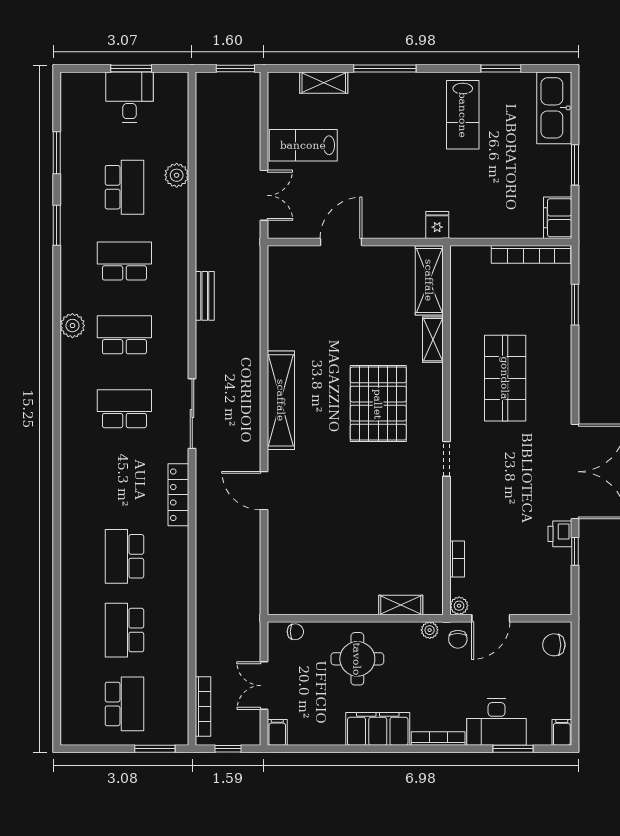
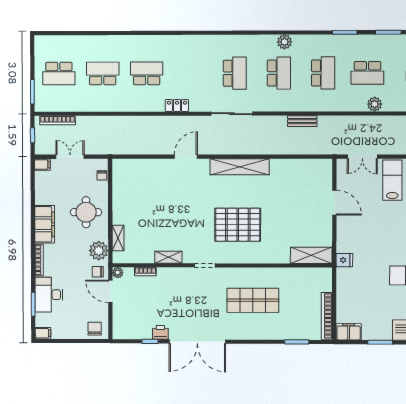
shelving: (433, 340) -> (168, 257), moved
locker: (178, 495) -> (177, 106), width x0.66
plant: (430, 630) -> (99, 251), width x1.88, depth x1.88

